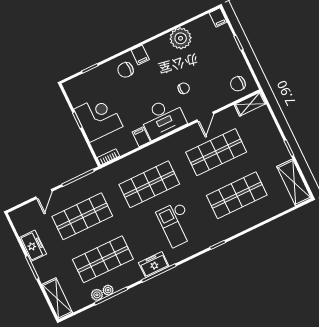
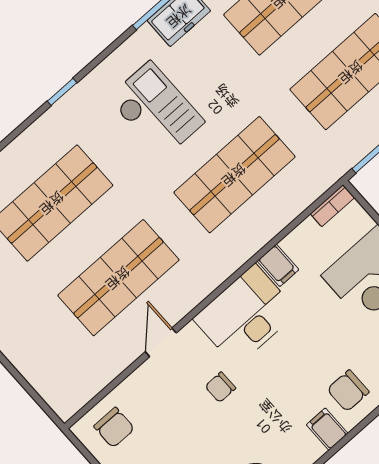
chair: (125, 70) -> (348, 391), turned 180
chair: (238, 84) -> (114, 427), turned 90
shelving: (250, 104) -> (78, 394), removed

